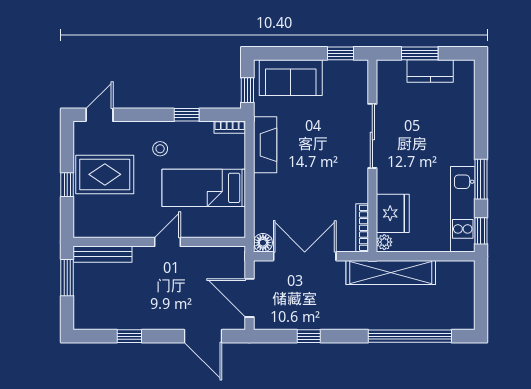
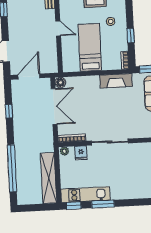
sliding door: (372, 136) -> (110, 142), moved
fridge: (393, 213) -> (81, 153), width x0.53, depth x0.75
shelving: (391, 272) -> (49, 178), moved

